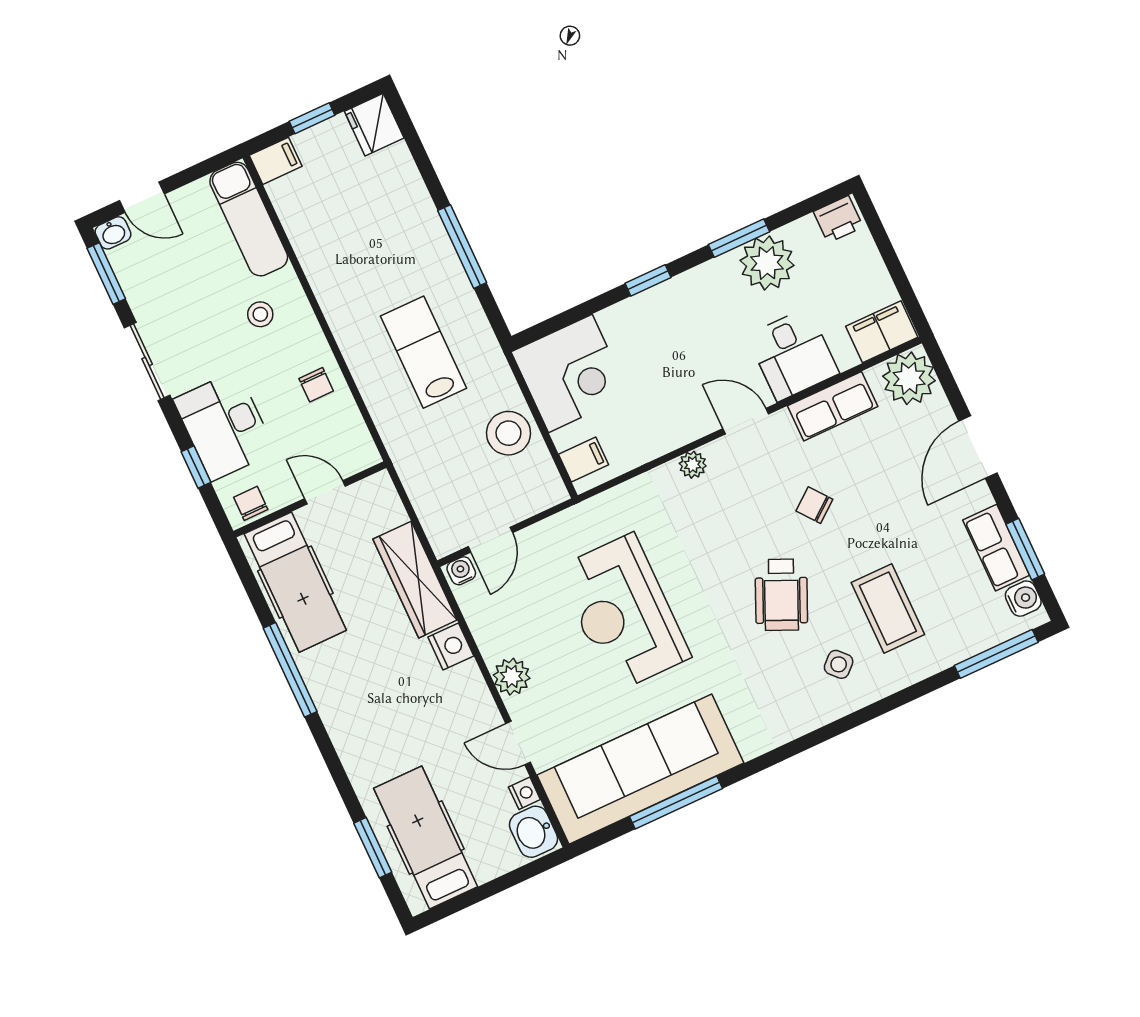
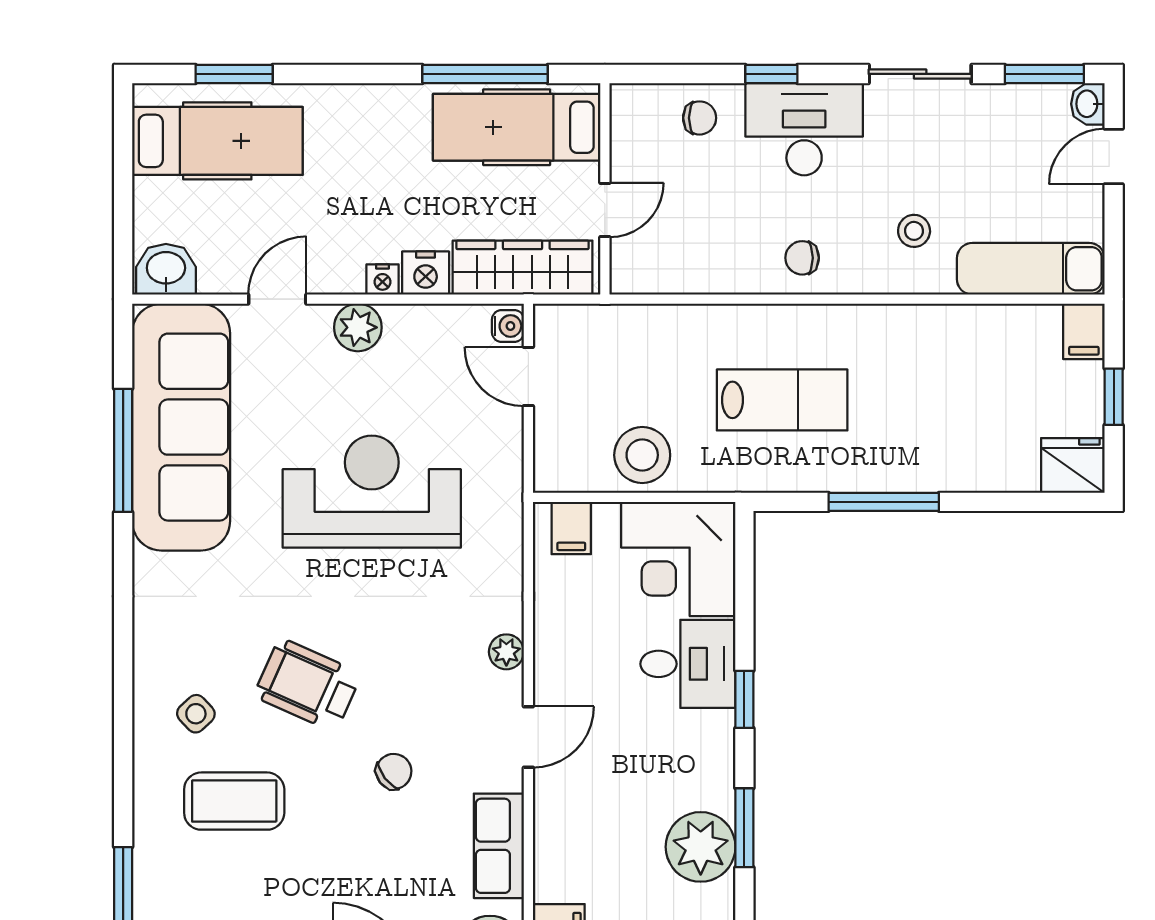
desk: (793, 354) -> (688, 664), moved, turned 180
door: (325, 492) -> (605, 210), moved
wall: (310, 499) -> (605, 189), moved
hospital bed: (295, 582) -> (517, 127), moved
nightstand: (524, 793) -> (382, 280), moved

